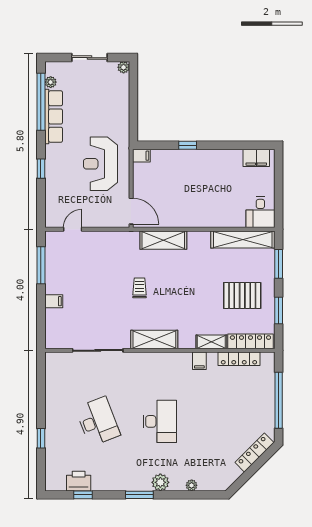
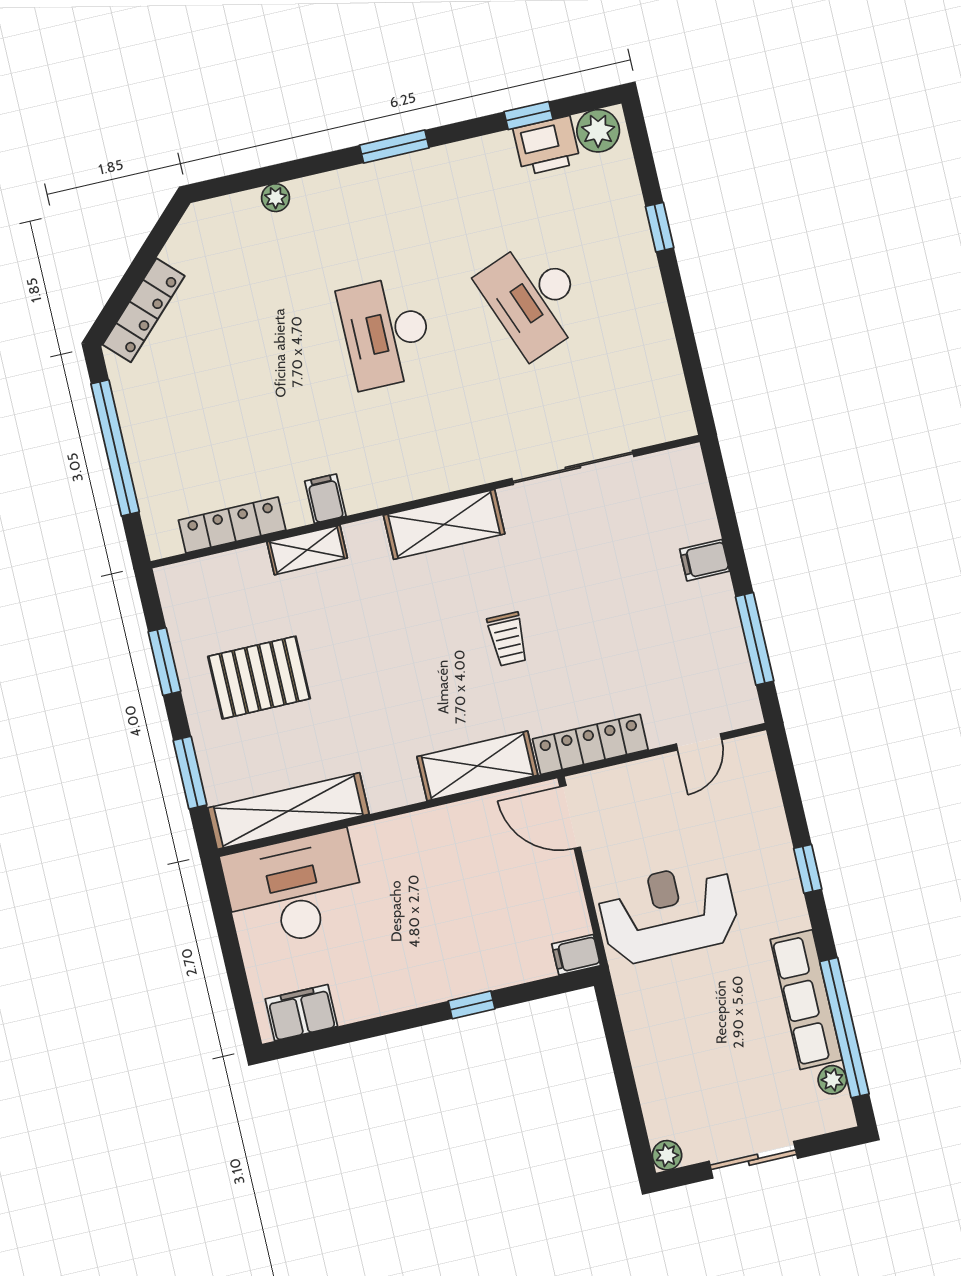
reception desk: (101, 164) -> (669, 913), turned -90
desk: (260, 212) -> (294, 890), width x1.87, depth x1.30
locker: (250, 341) -> (590, 744), moved, turned 180
plant: (160, 482) -> (598, 131), moved

